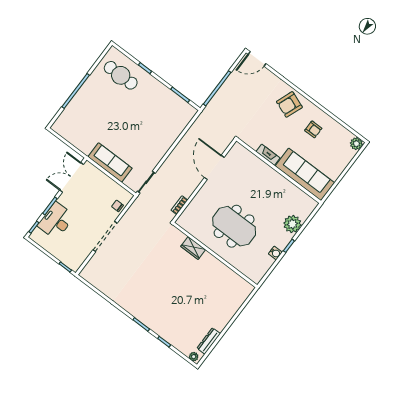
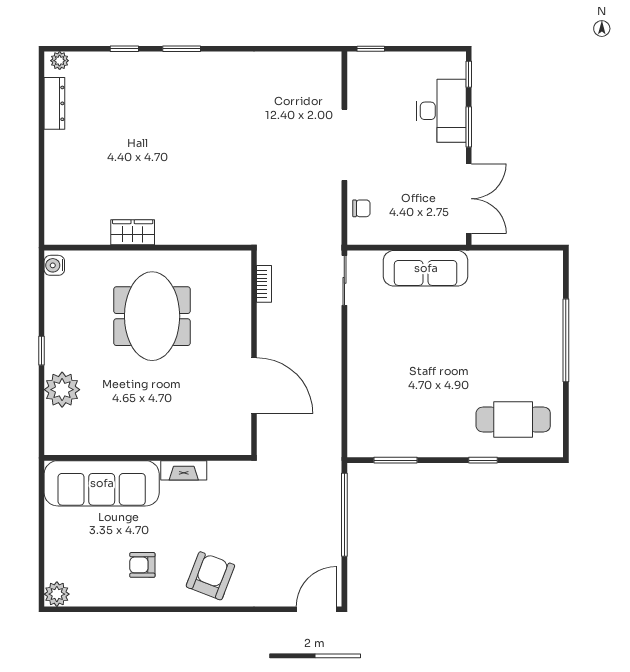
meeting table: (234, 226) -> (152, 316), turned 90
wardrobe: (193, 248) -> (133, 232), moved
water cooler: (275, 253) -> (54, 265), moved

